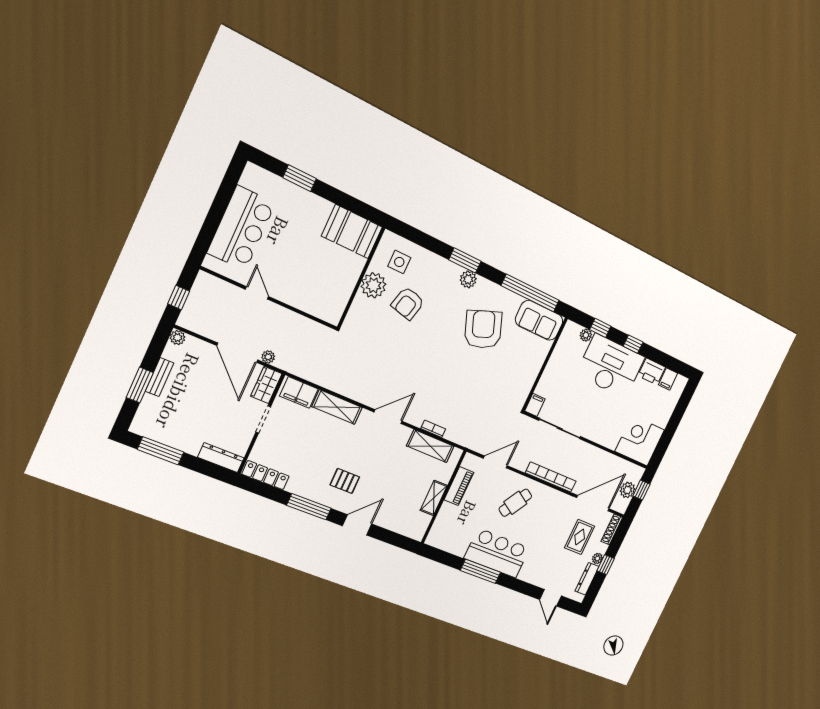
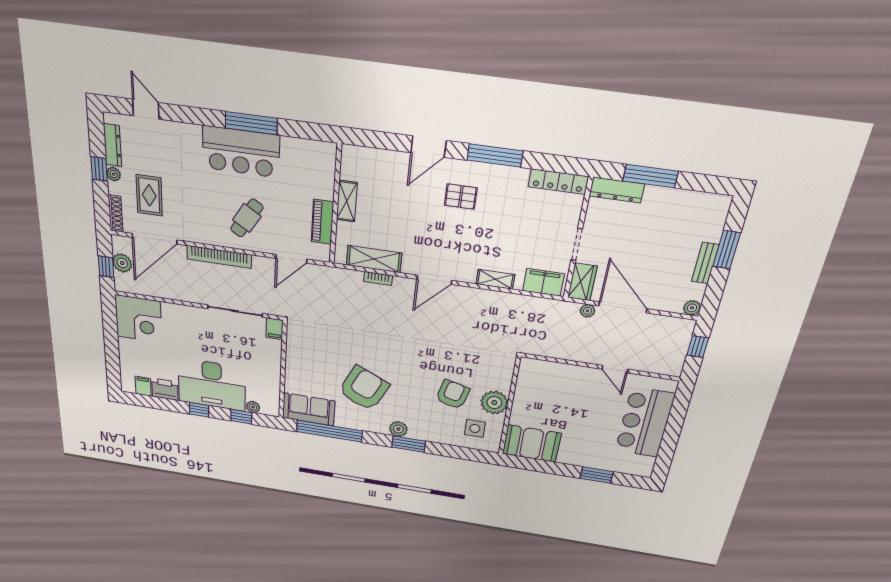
armchair: (483, 329) -> (364, 388), turned -134
shelving: (337, 407) -> (495, 279), width x0.67, depth x0.75
window: (161, 451) -> (650, 176), moved

